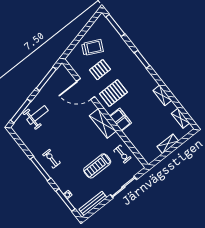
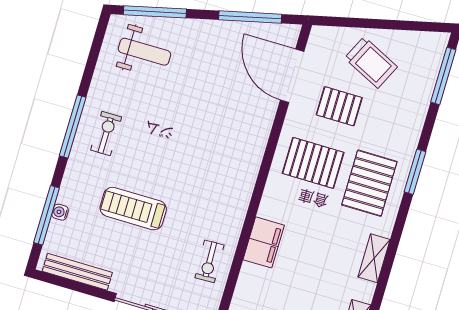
pallet: (135, 78) -> (369, 183), added
door: (86, 89) -> (292, 76), moved
weight bench: (37, 115) -> (144, 52), moved
filing cabinet: (121, 119) -> (264, 242), moved
shelving: (103, 123) -> (242, 183), removed
treadmill: (97, 166) -> (133, 209), moved

